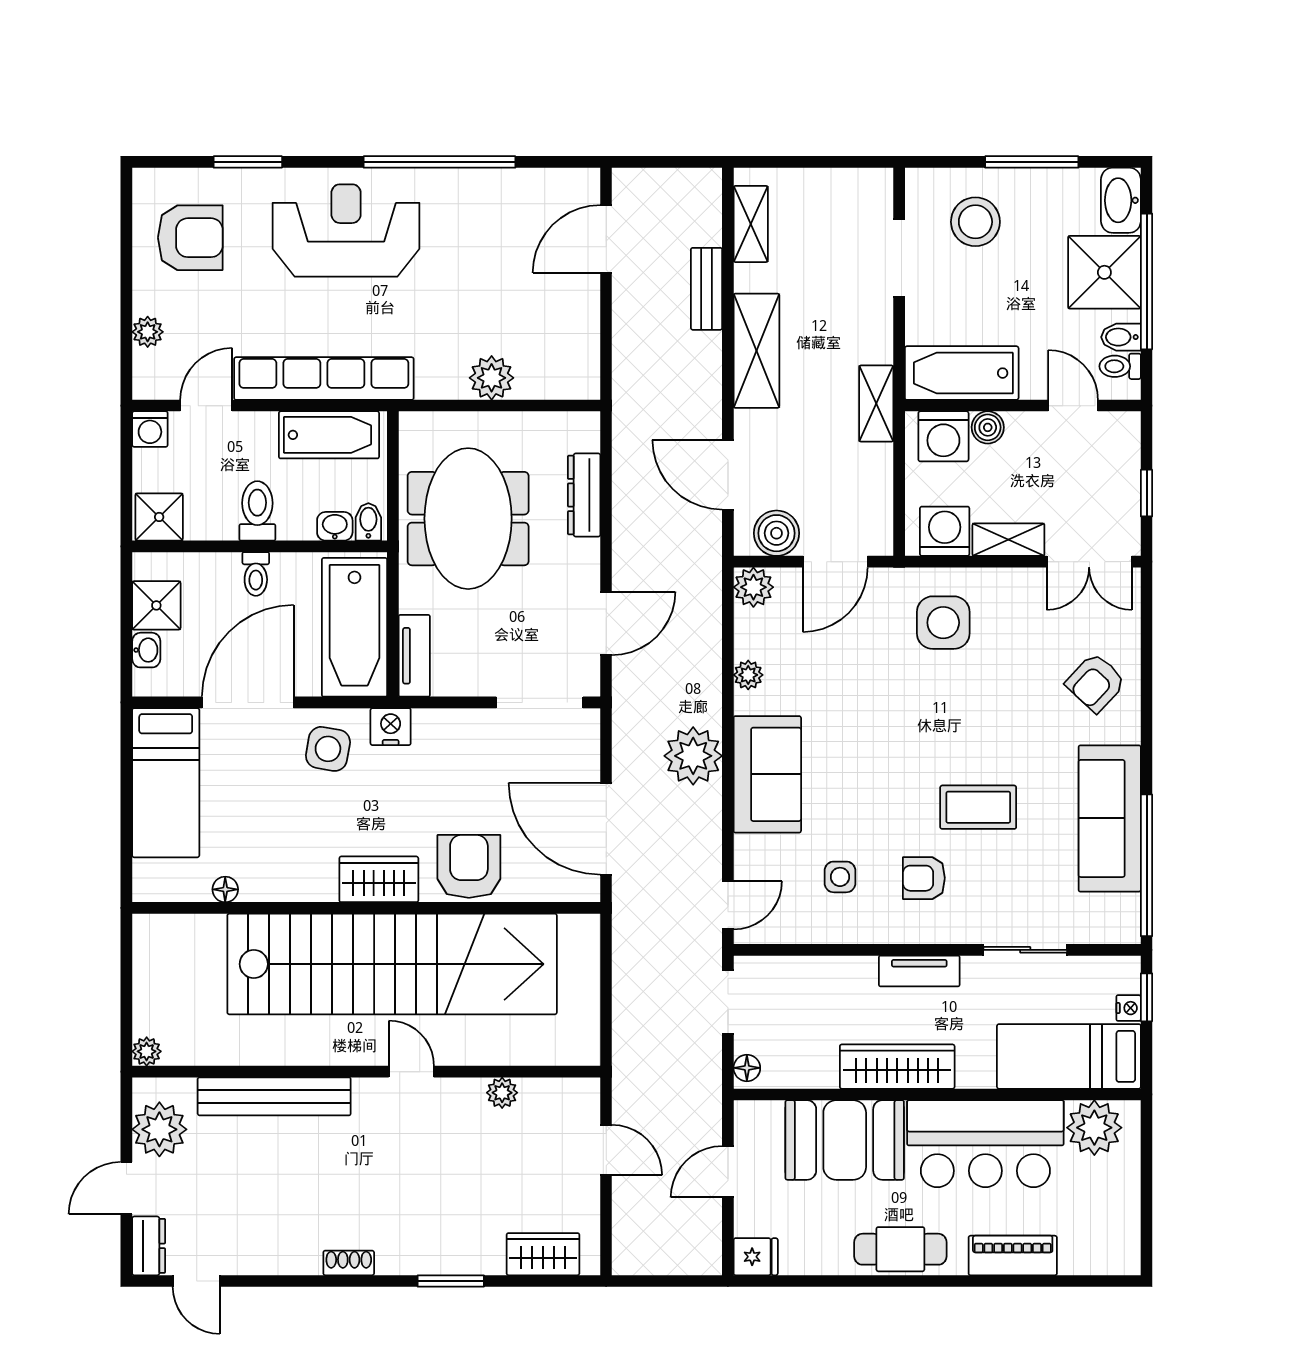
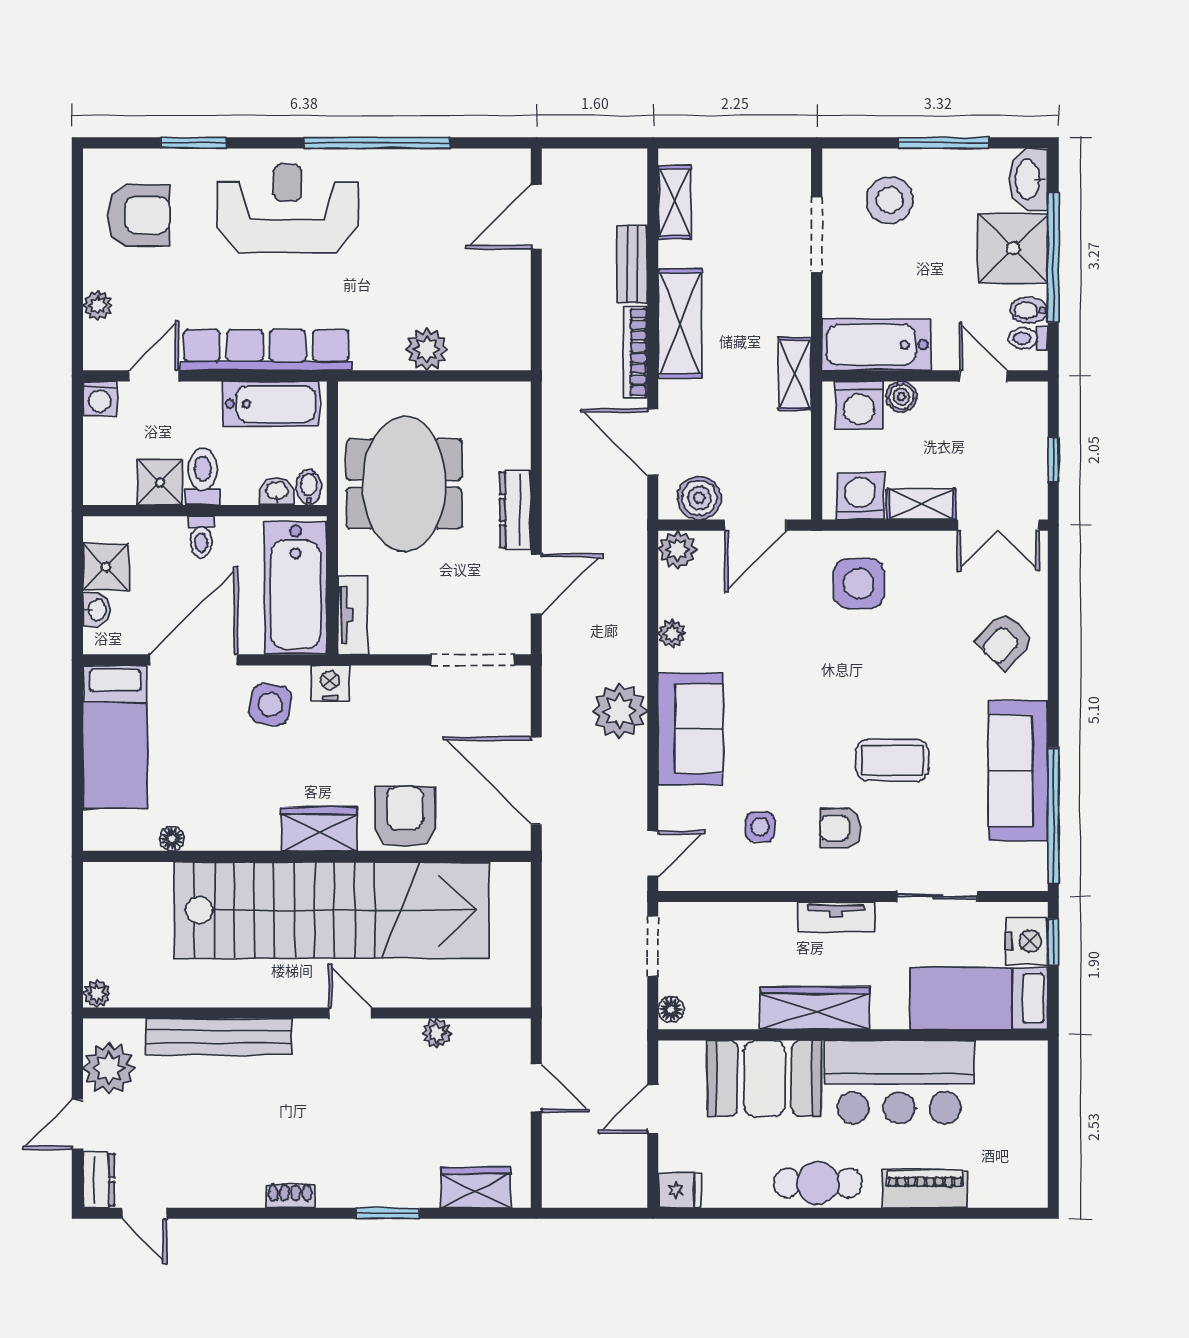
bookcase: (710, 381) -> (636, 352), added
dresser: (584, 495) -> (515, 510), moved
shower: (159, 517) -> (160, 482), moved
nightstand: (1129, 1008) -> (1027, 941), width x1.89, depth x1.79
plant: (1094, 1128) -> (1003, 1067), removed

